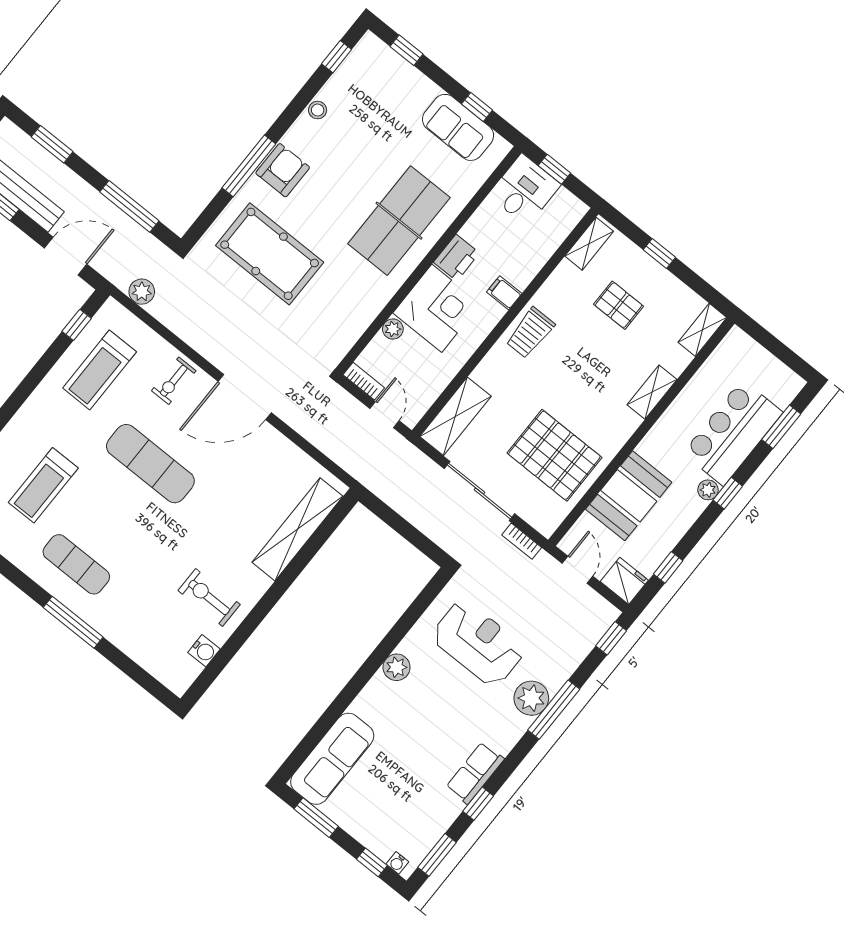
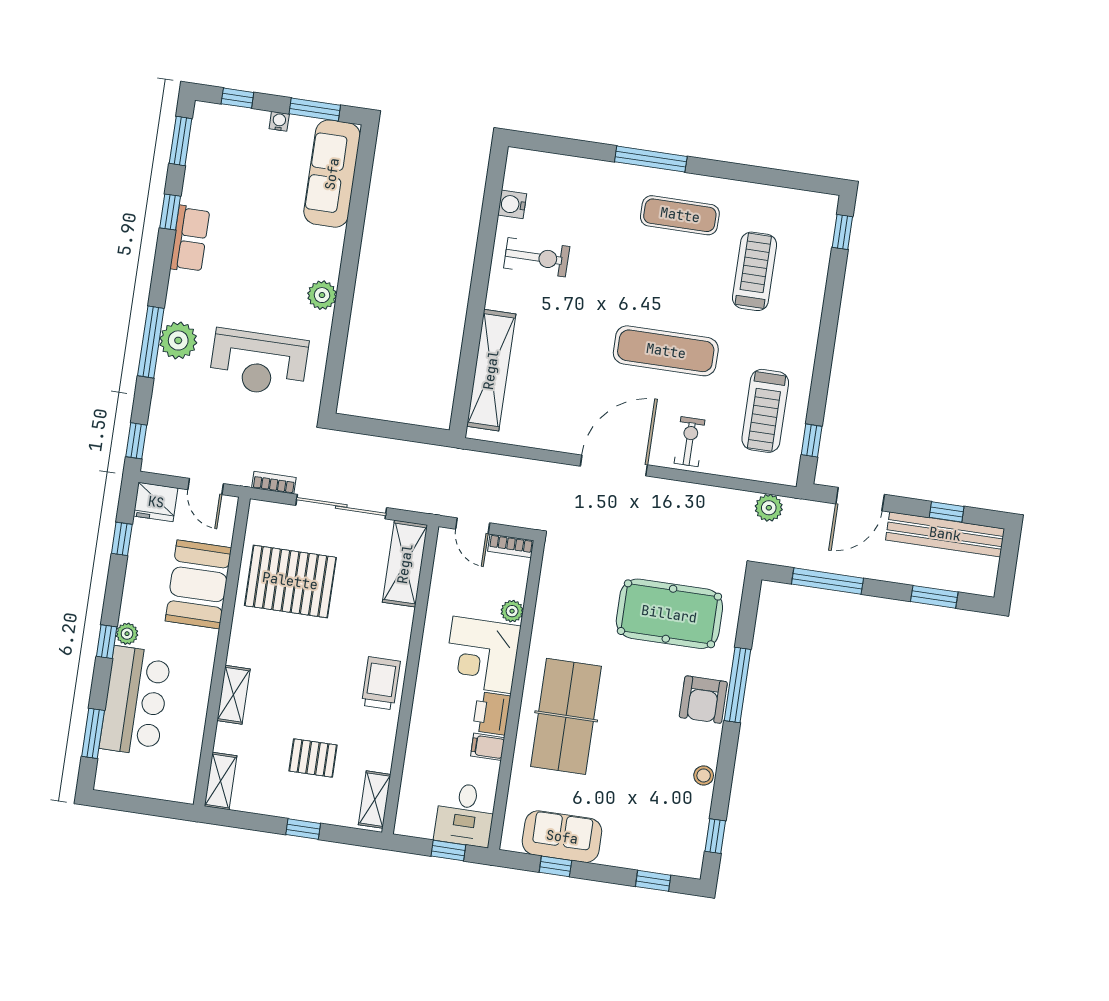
filing cabinet: (504, 293) -> (488, 747), moved, turned 180
treadmill: (100, 370) -> (765, 411), turned 180
water cooler: (397, 863) -> (279, 121), moved

